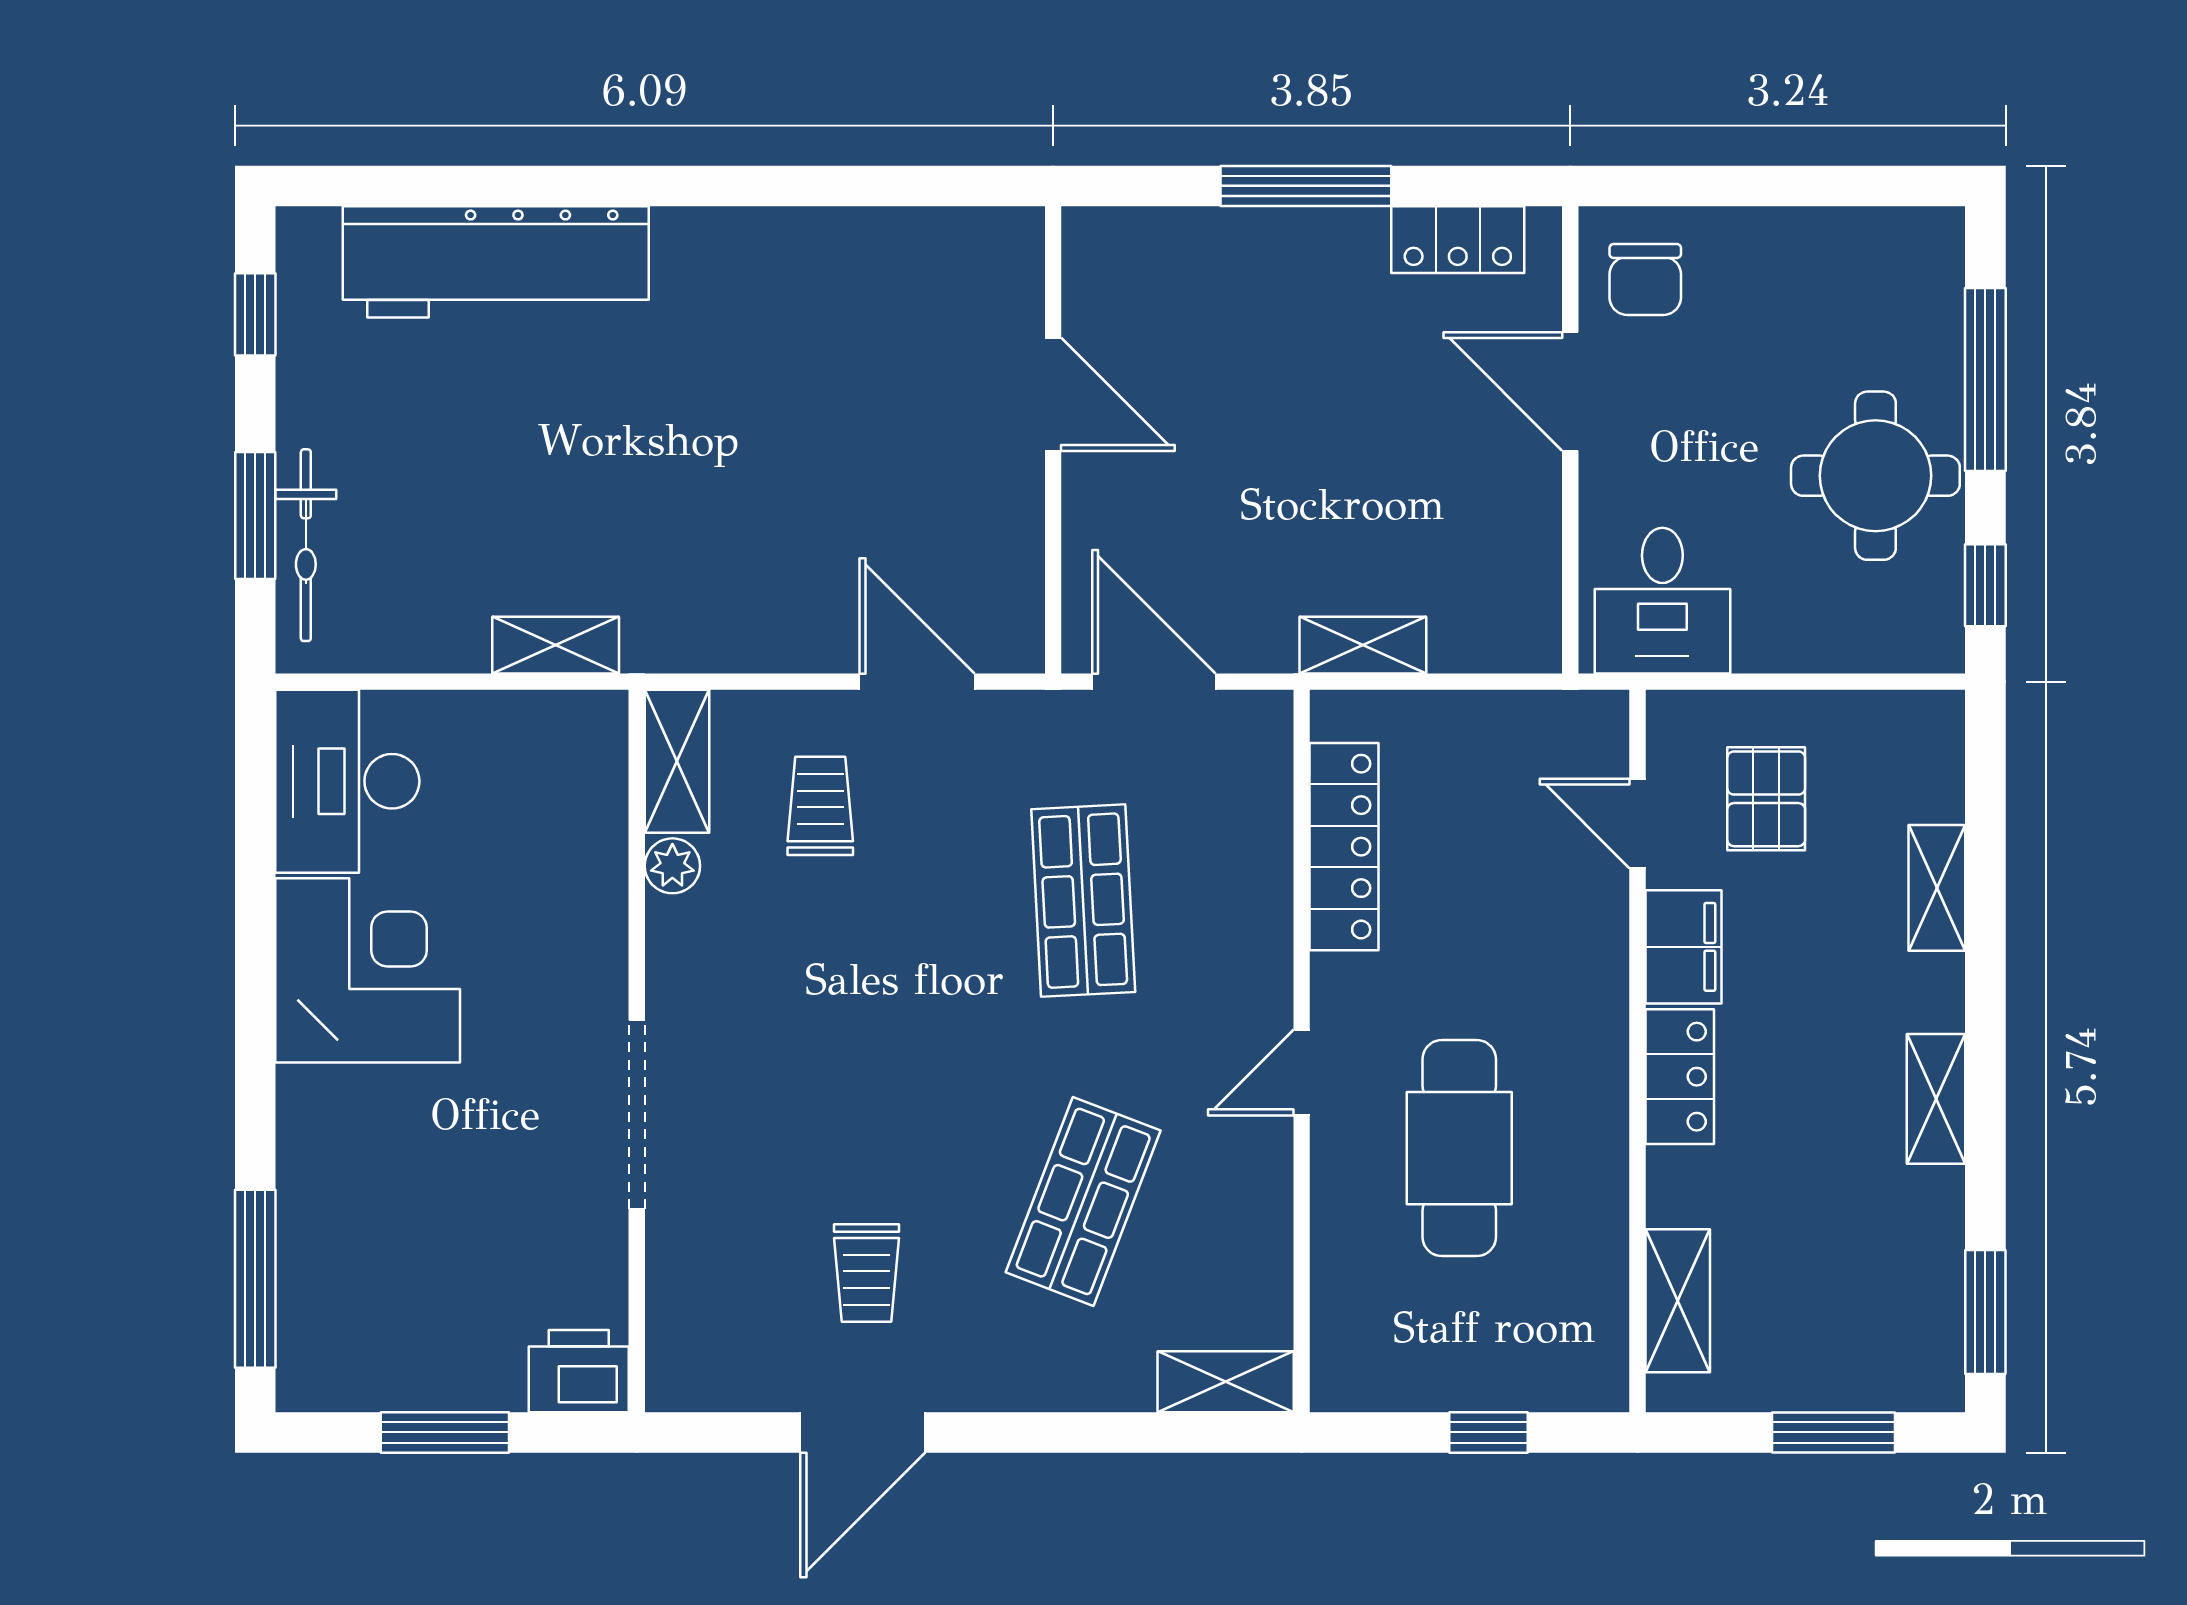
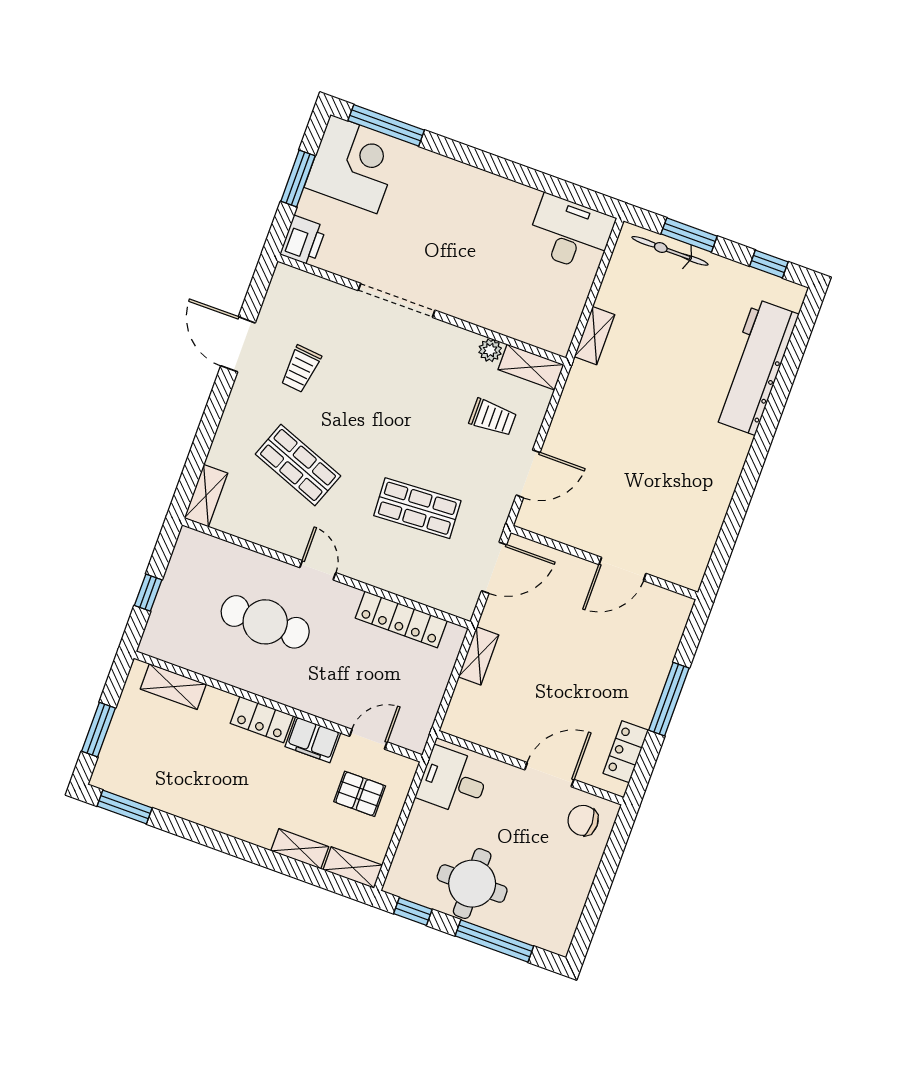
corner desk: (368, 970) -> (354, 164), moved, turned -90
shelving: (1936, 1099) -> (353, 868), moved
trolley: (866, 1273) -> (301, 369), turned -84

